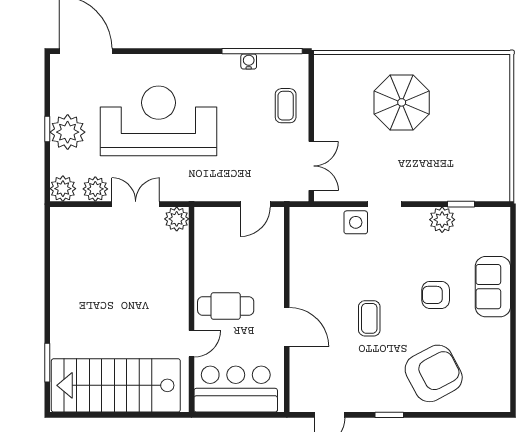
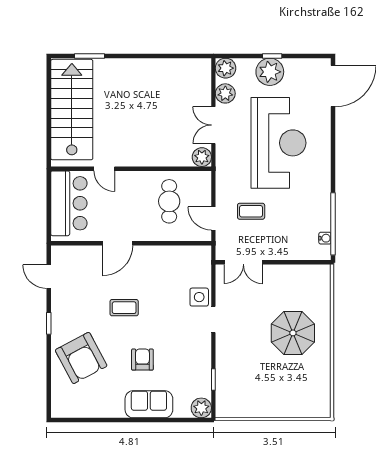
water cooler: (249, 61) -> (325, 238), moved
coffee table: (286, 106) -> (251, 211), moved
double door: (136, 204) -> (213, 125), swing flipped
plant: (442, 220) -> (201, 408), moved
cafe table: (226, 306) -> (169, 201), moved

